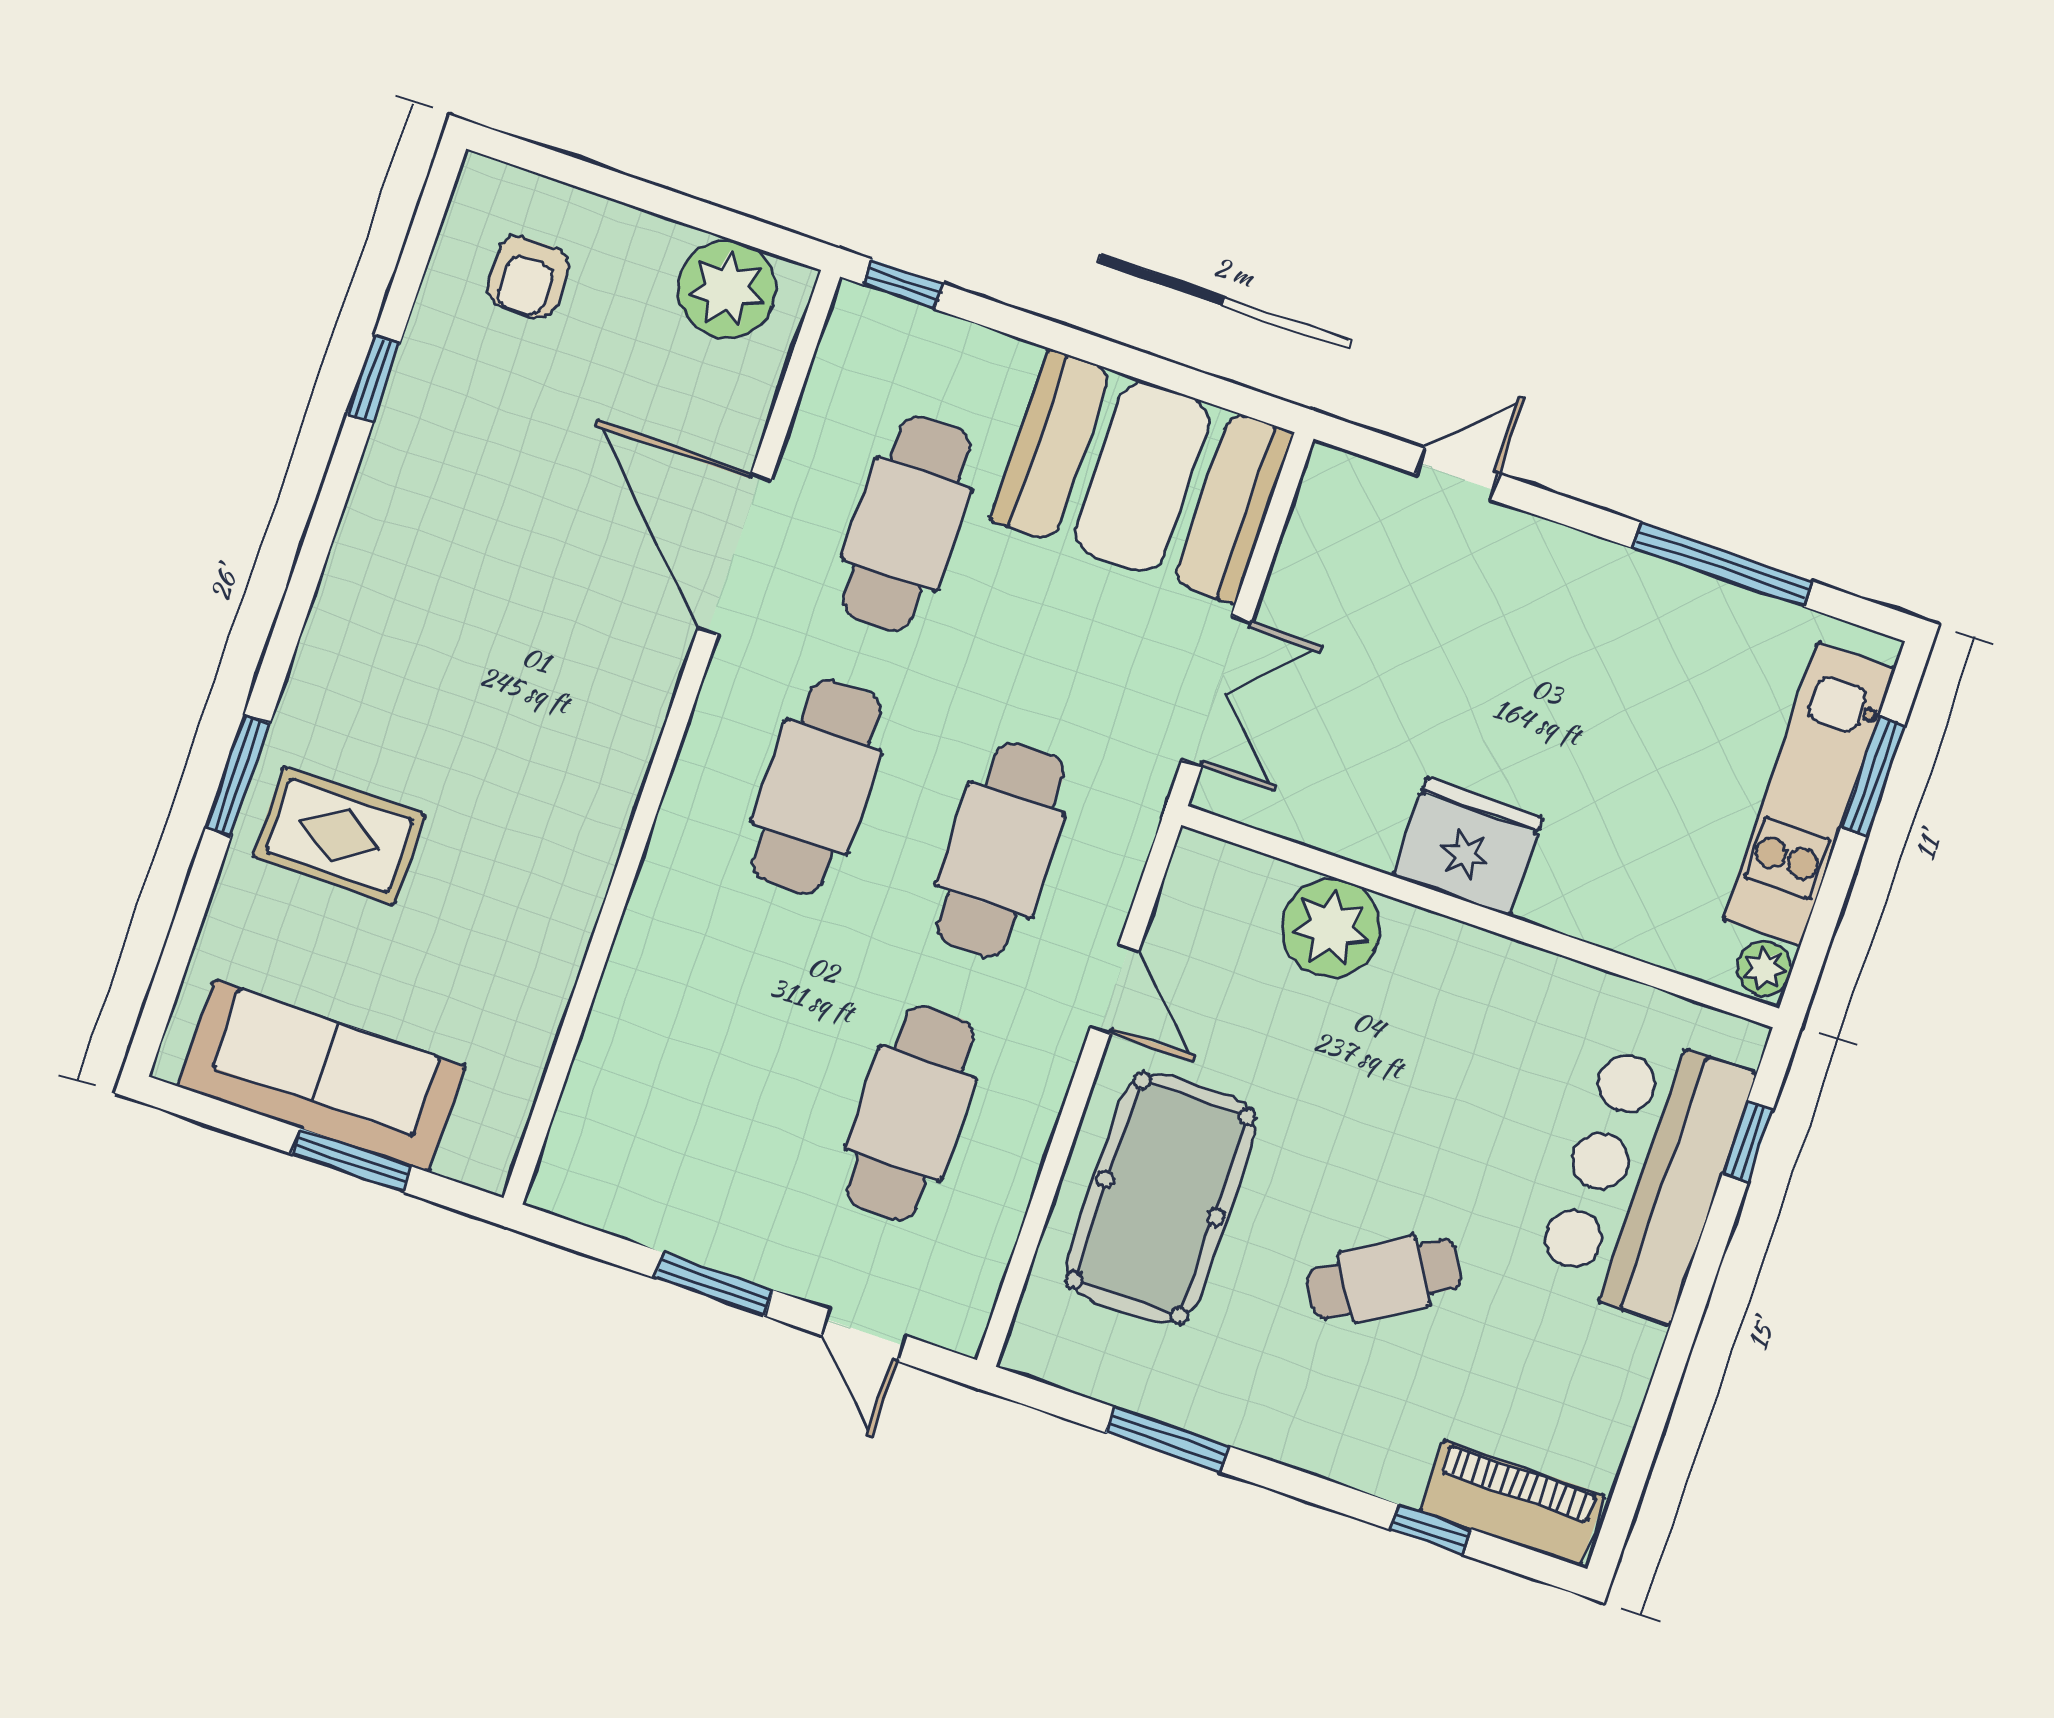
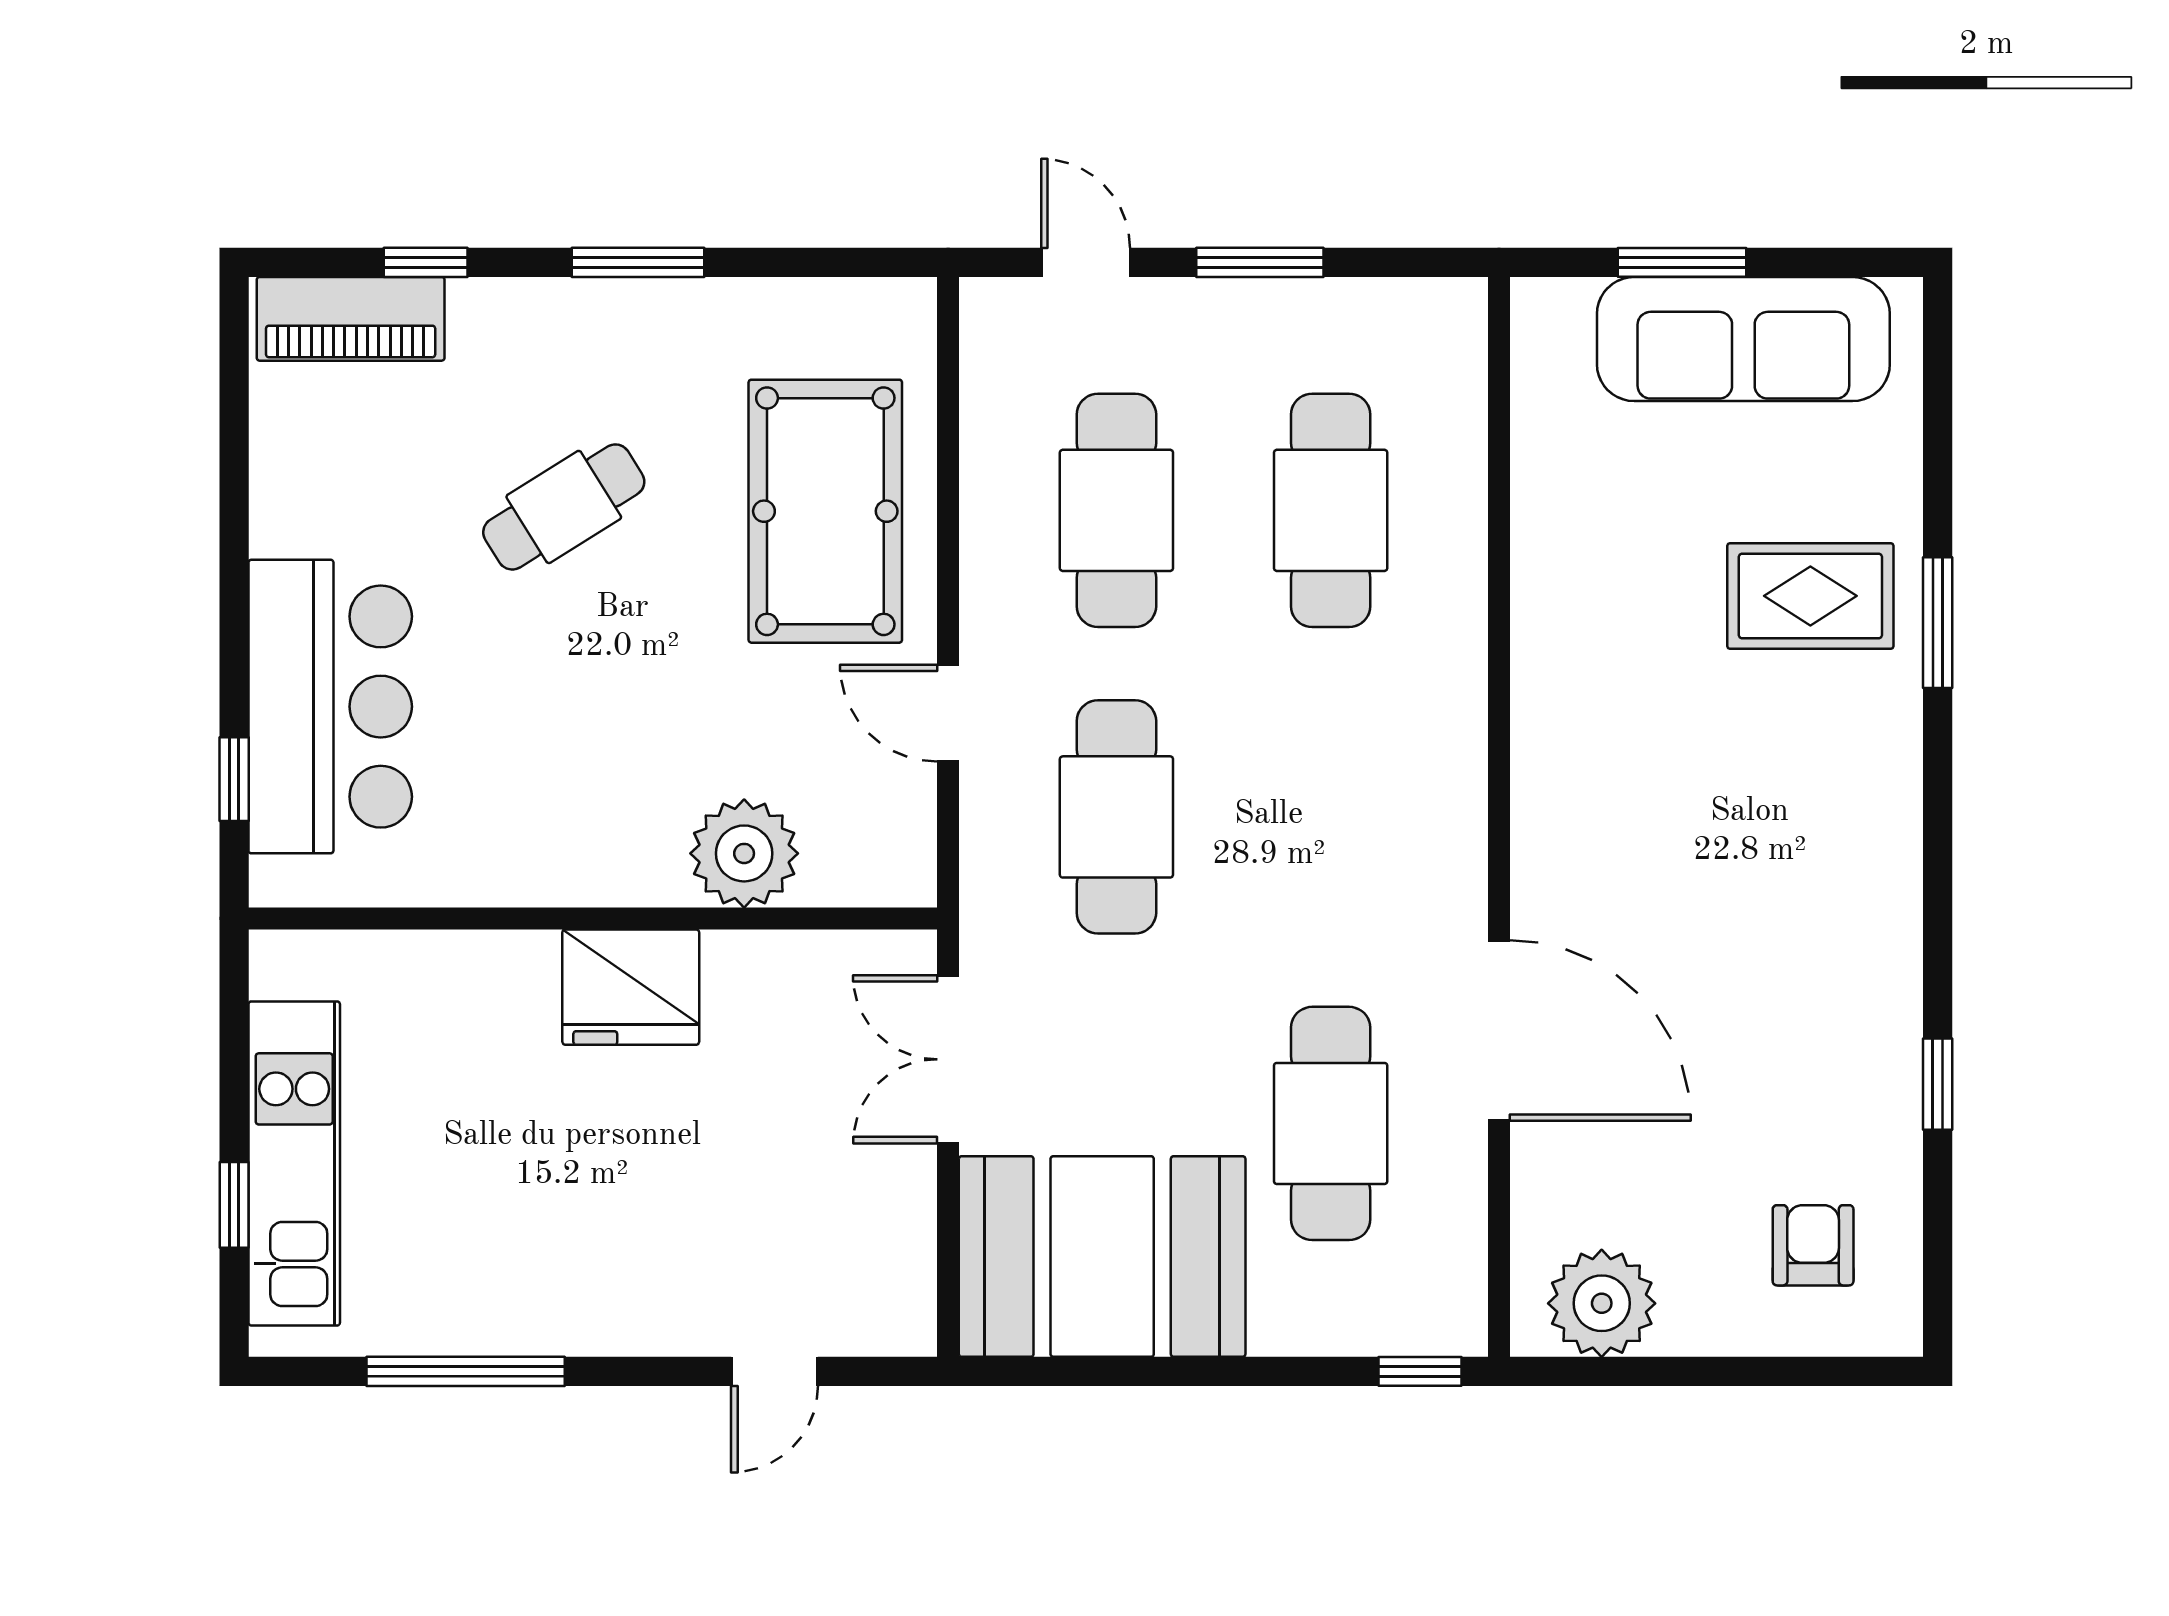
window: (1873, 776) -> (234, 1205), width x0.67
cafe table: (816, 787) -> (1331, 510), moved
plant: (1764, 969) -> (278, 966), removed
window: (1167, 1439) -> (638, 262), moved

